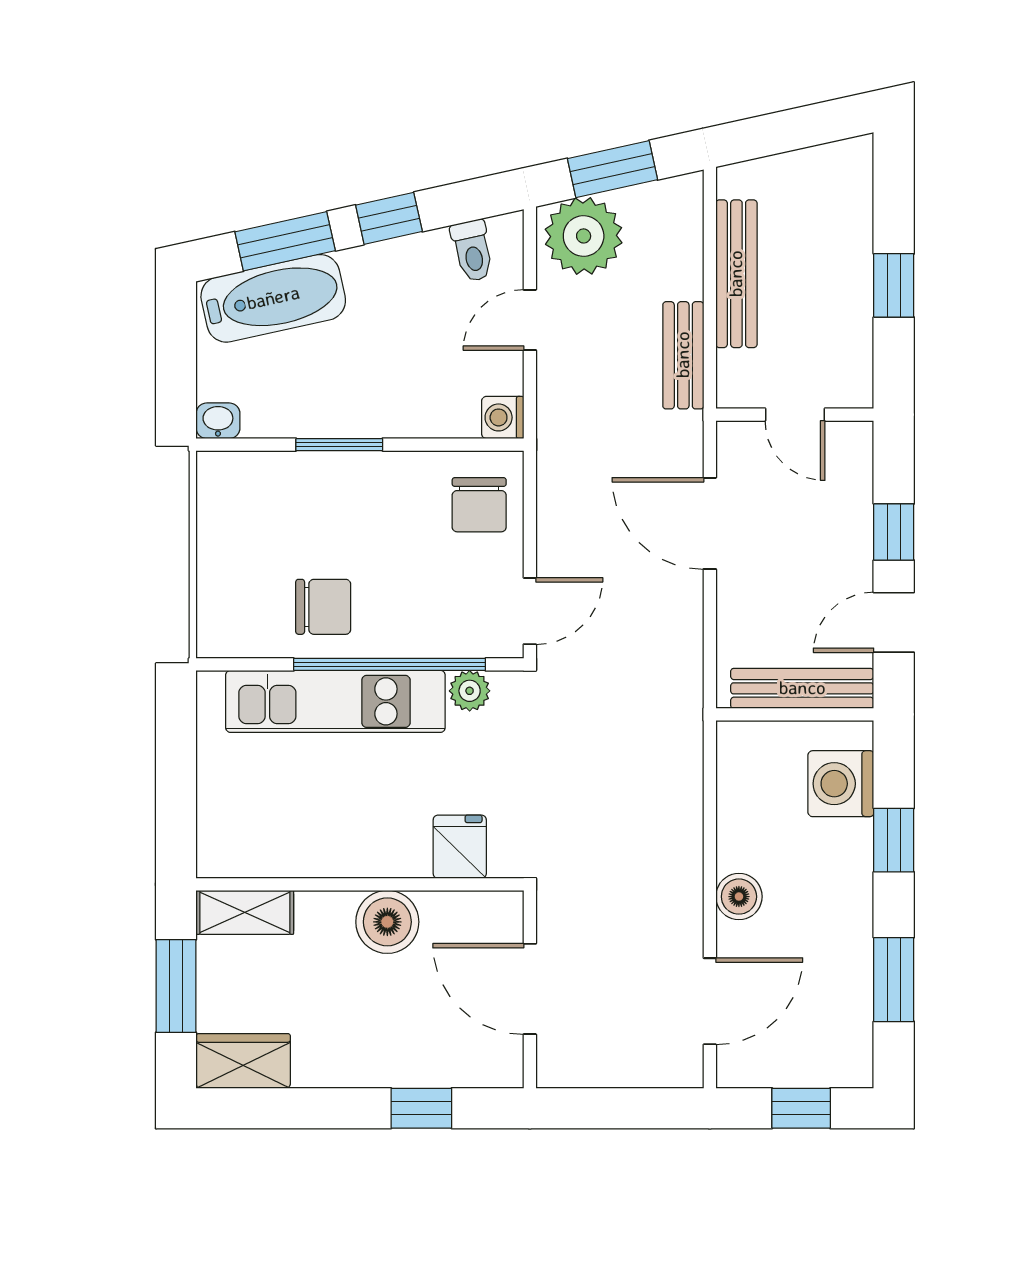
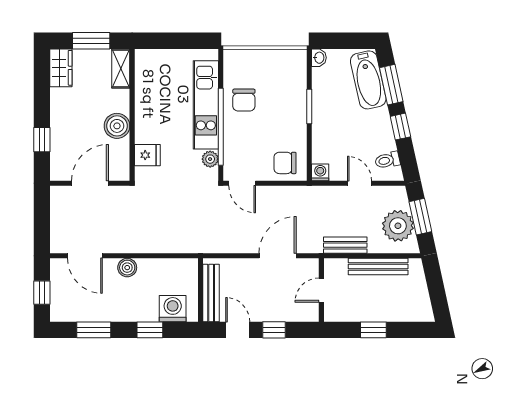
plant: (584, 236) -> (398, 226), moved

